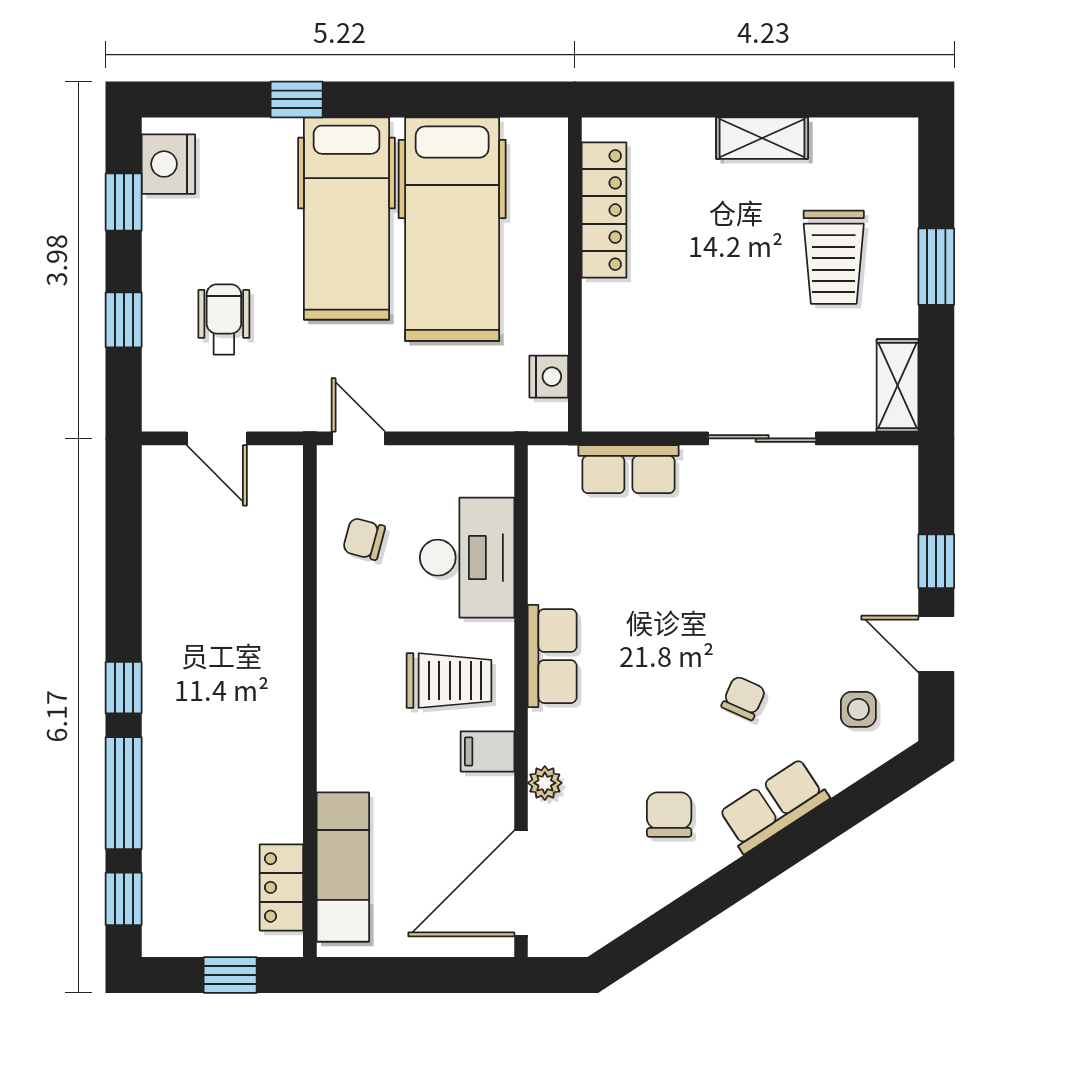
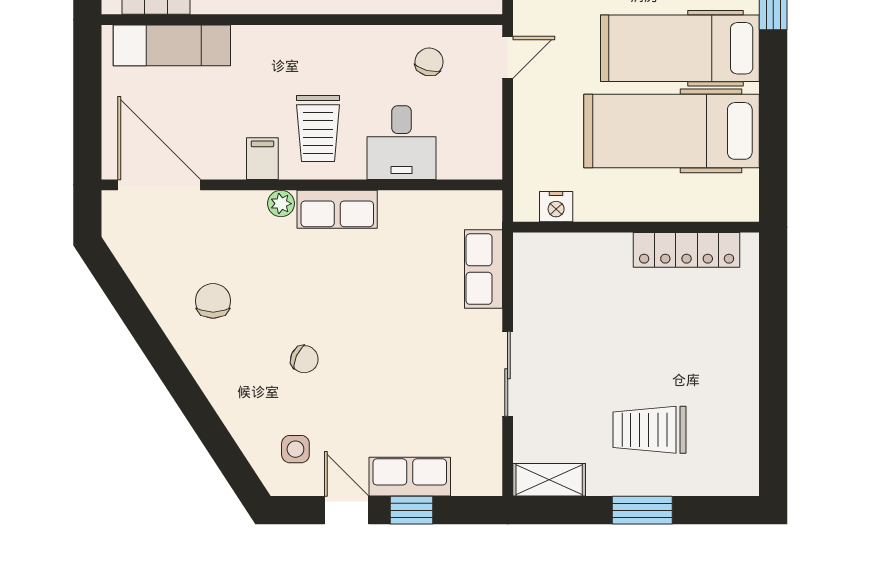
shelving: (762, 138) -> (743, 374), removed
desk: (467, 558) -> (402, 143), width x0.73
door: (936, 644) -> (347, 510), hinge flipped
plant: (545, 783) -> (281, 204), moved
row of seats: (774, 806) -> (410, 477), moved, turned -57
chair: (669, 815) -> (213, 301), turned -90

